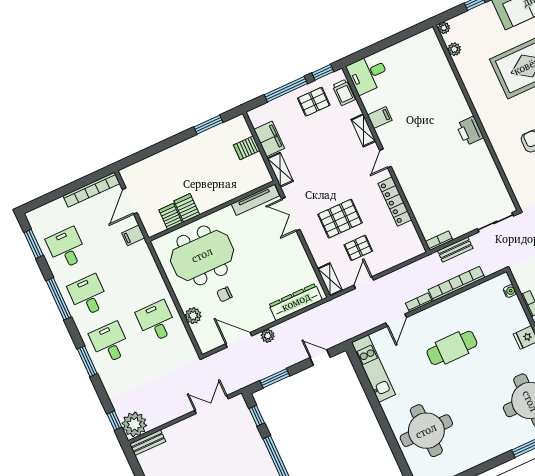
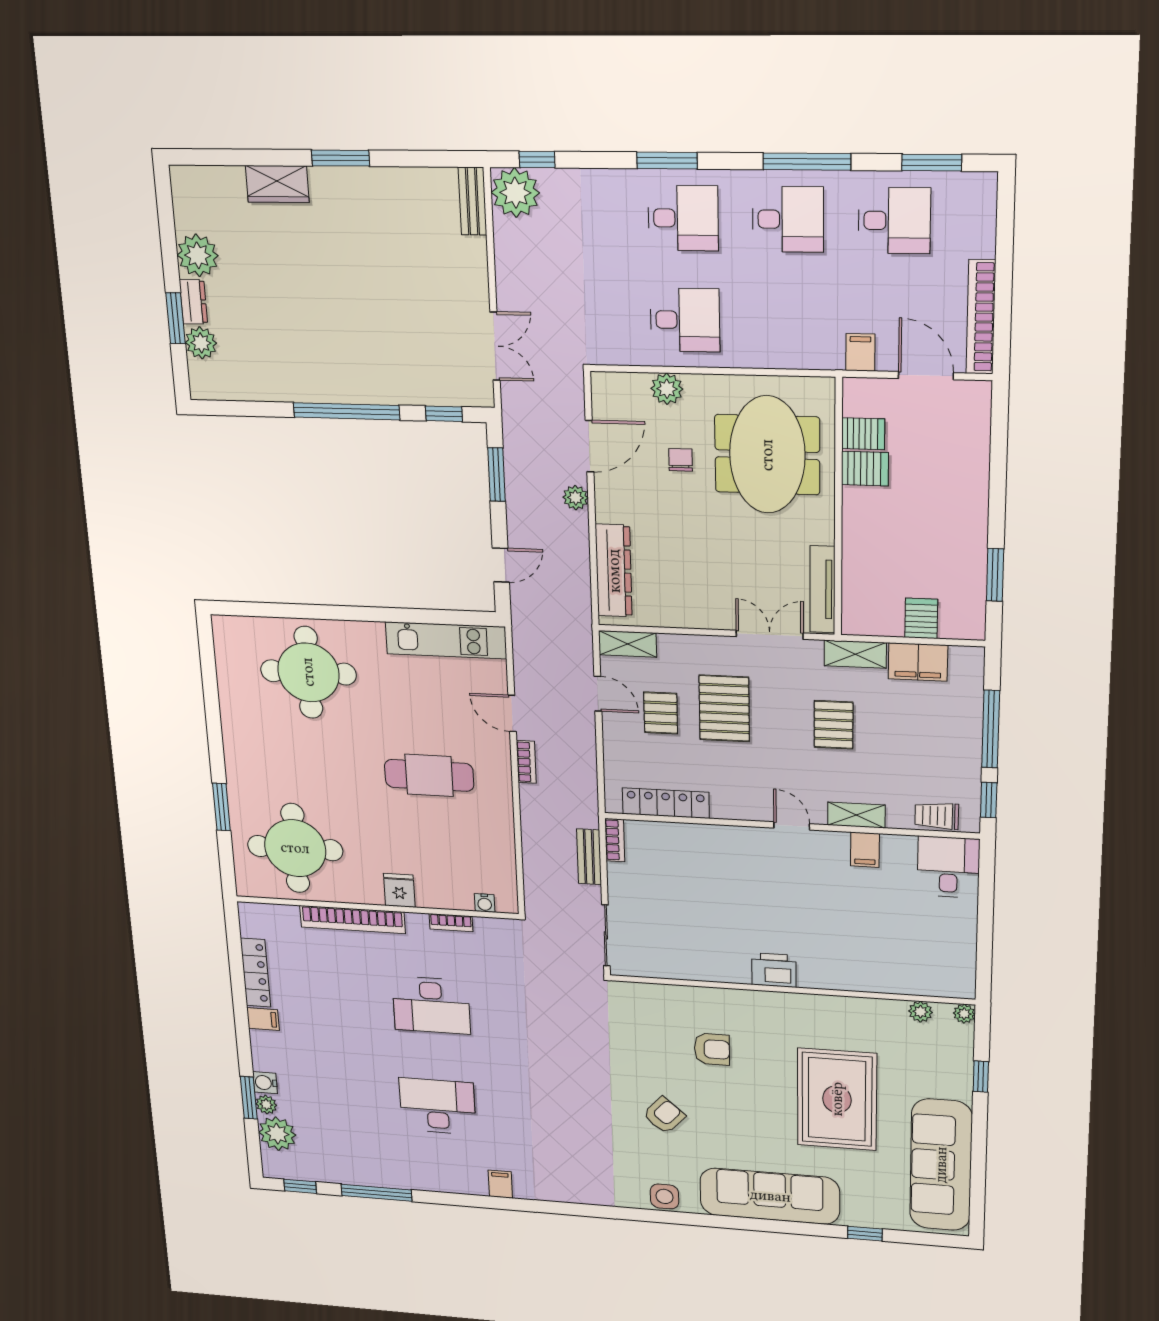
pallet: (314, 102) -> (834, 725), moved
locker: (395, 202) -> (666, 803), moved
bookcase: (456, 284) -> (532, 832), removed
cafe table: (452, 348) -> (429, 775), turned 90

